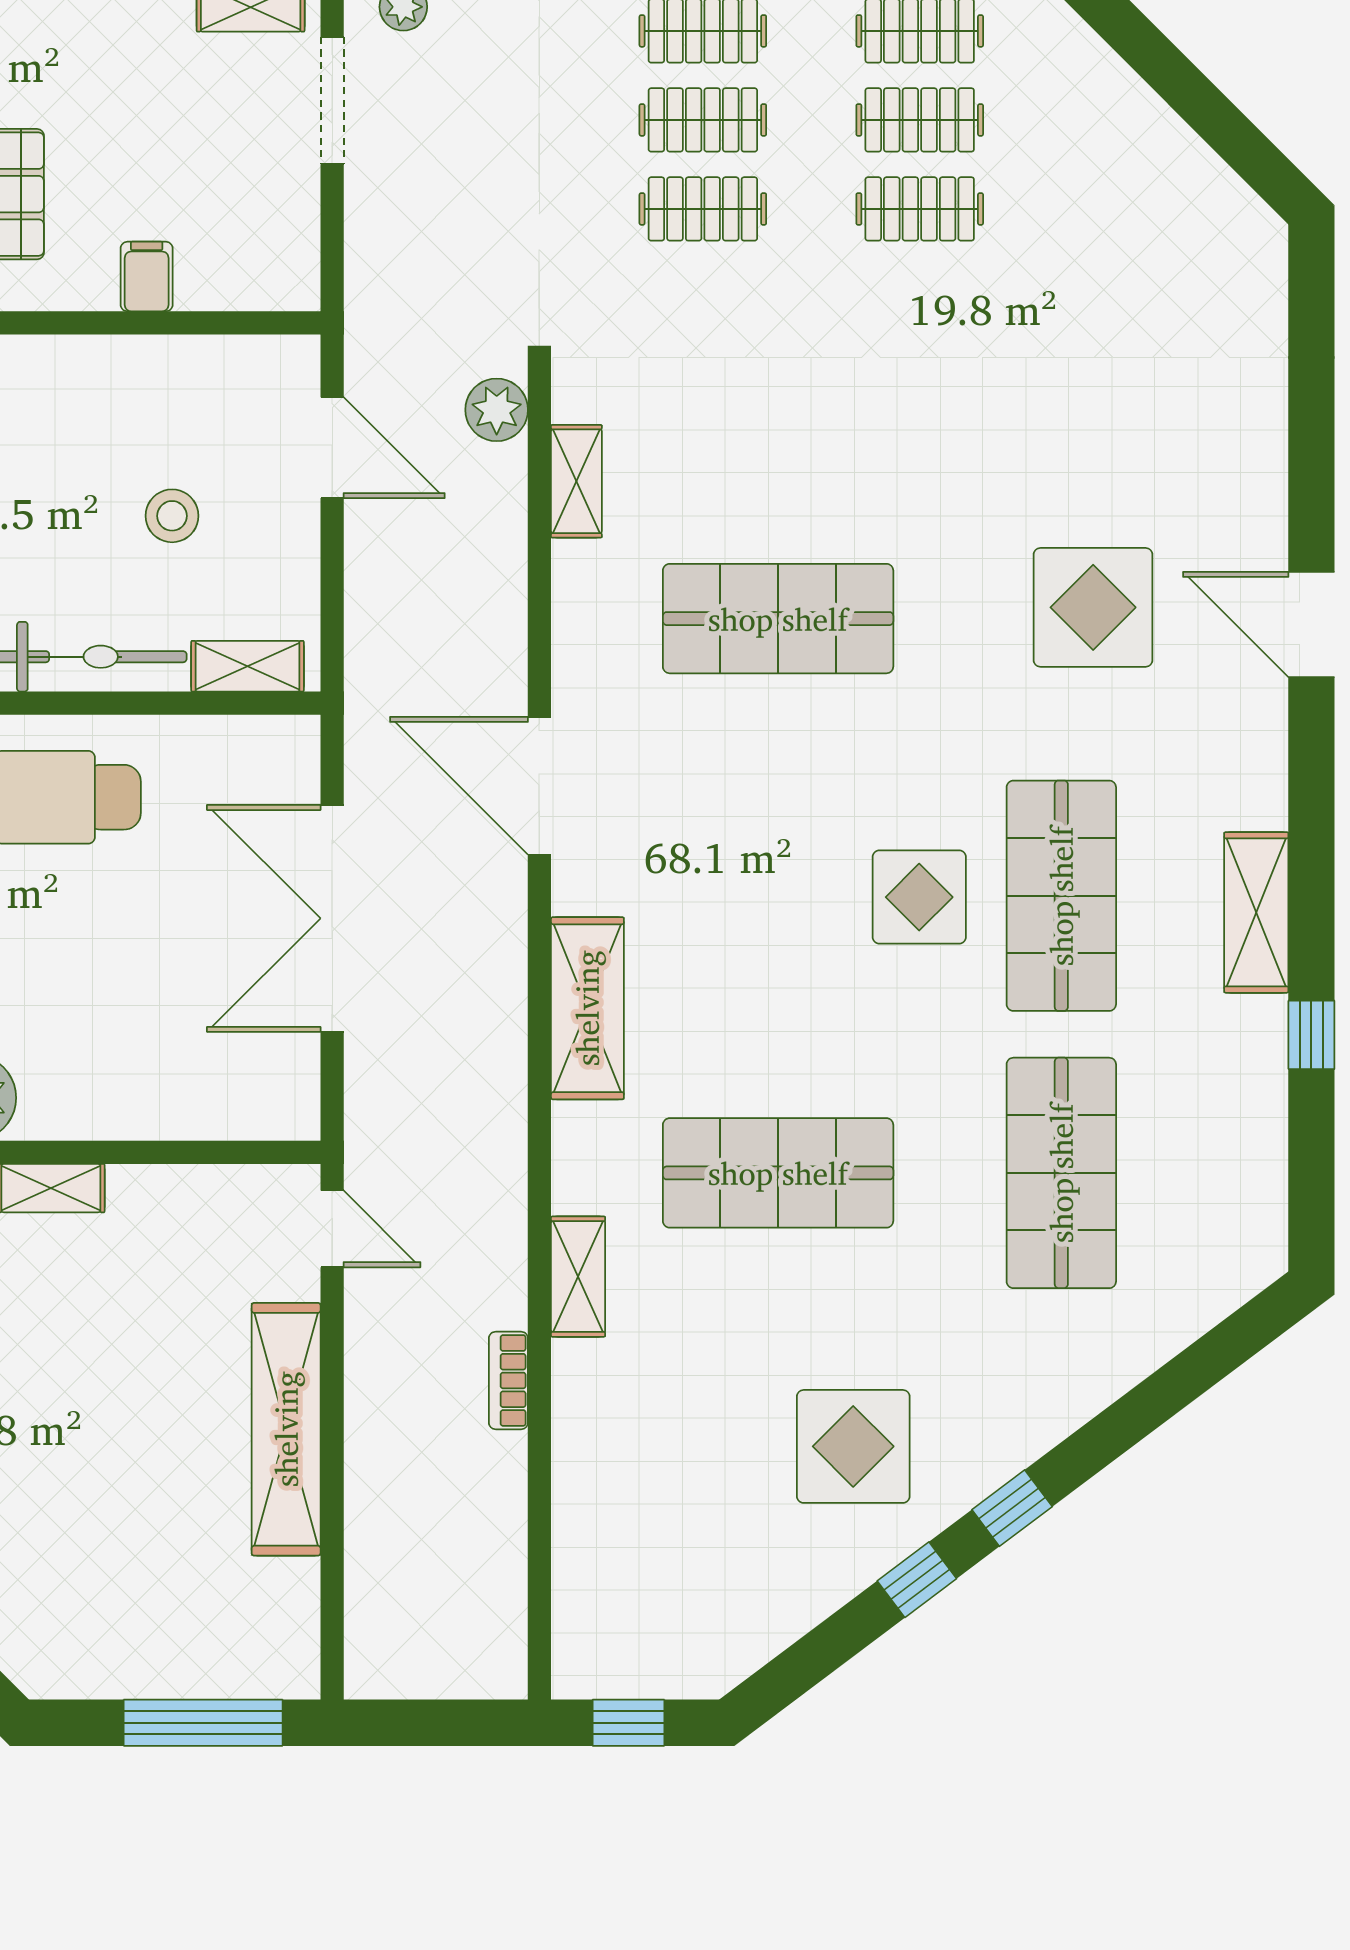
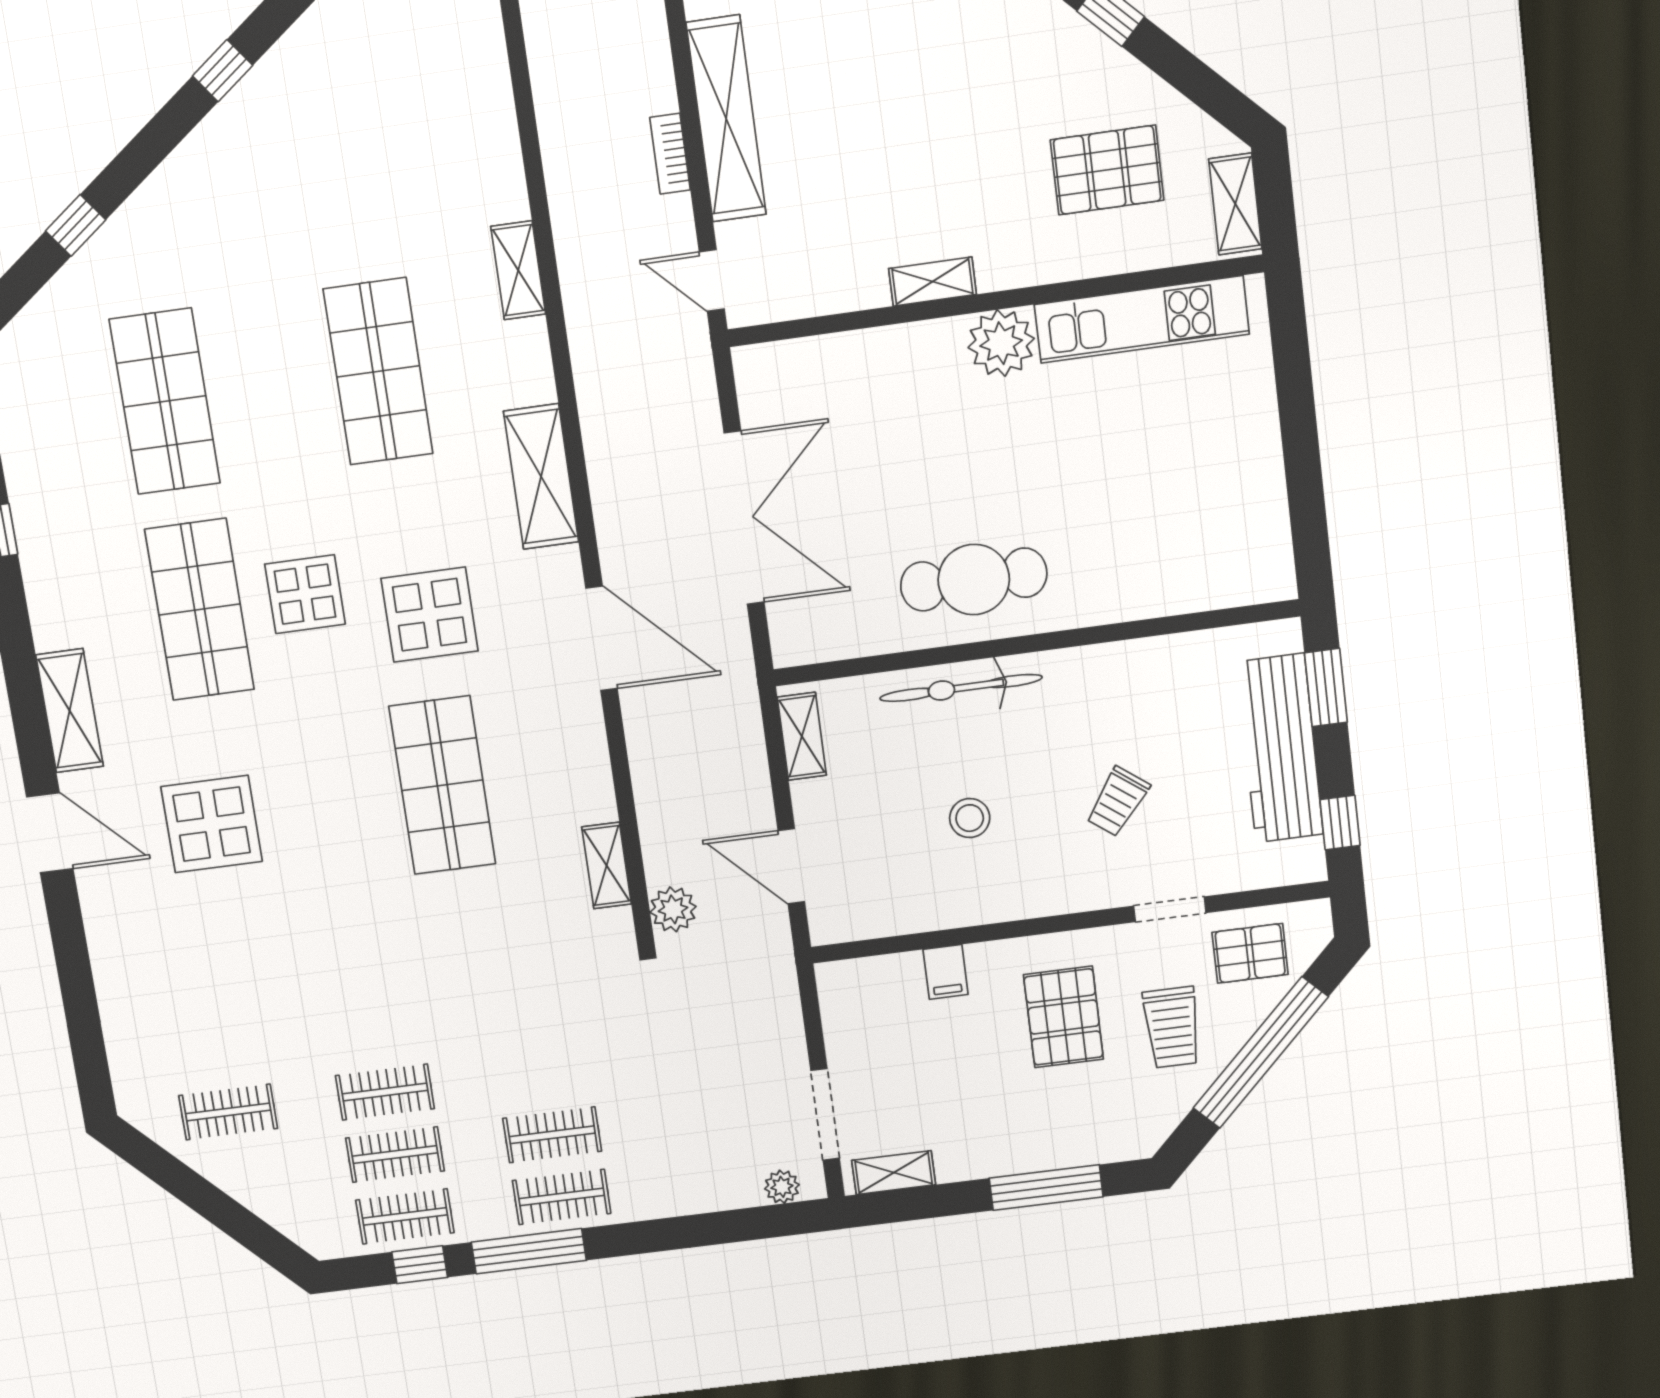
clothes rail: (703, 209) -> (228, 1112), moved
stool: (172, 516) -> (970, 818), moved
shop shelf: (778, 619) -> (442, 785), turned 90
shelving: (248, 666) -> (802, 736), moved, turned 90
shelving: (1256, 912) -> (70, 711), moved
shop shelf: (778, 1173) -> (378, 371), turned 90
bookcase: (508, 1380) -> (670, 154), moved, turned 180
display table: (853, 1446) -> (430, 615), moved
window: (1012, 1508) -> (76, 225), moved

